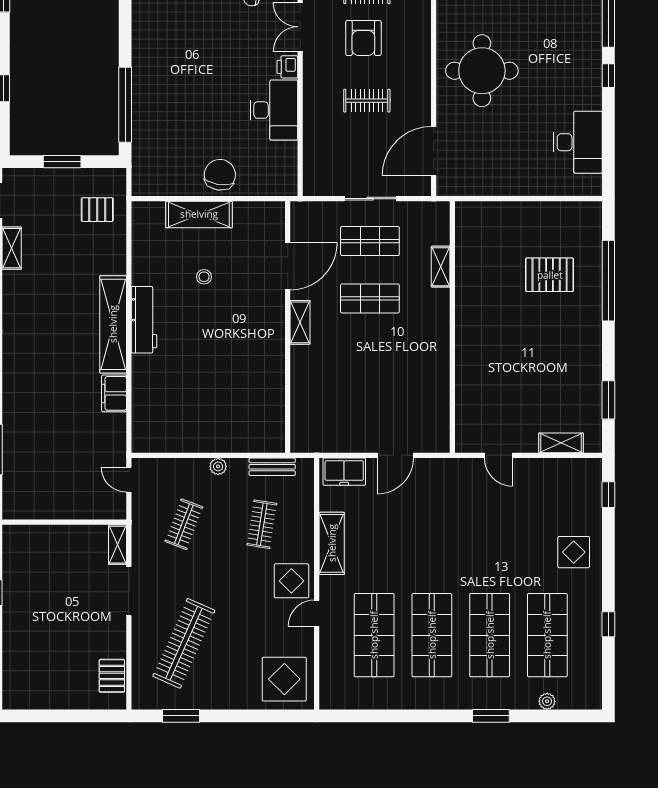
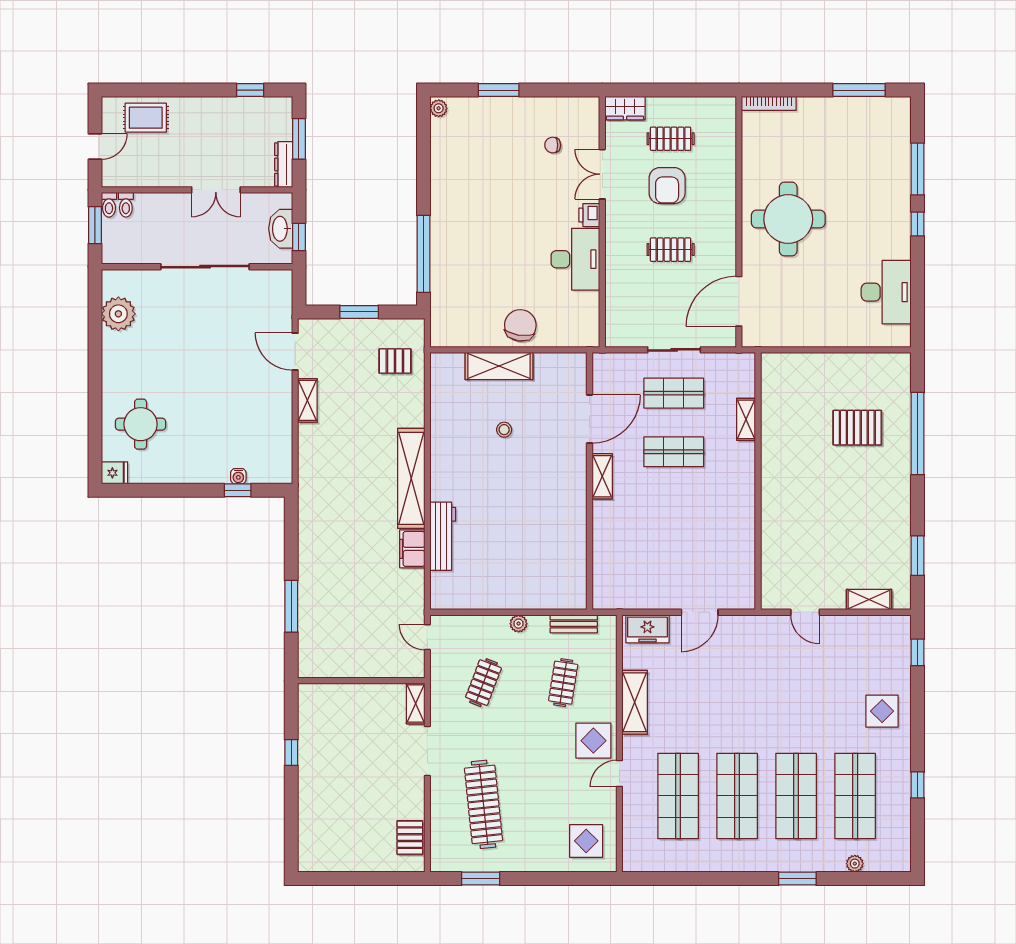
workbench: (144, 320) -> (443, 536), moved
clothes rail: (184, 643) -> (484, 804), turned -30
display table: (284, 679) -> (586, 841), width x0.73, depth x0.73

